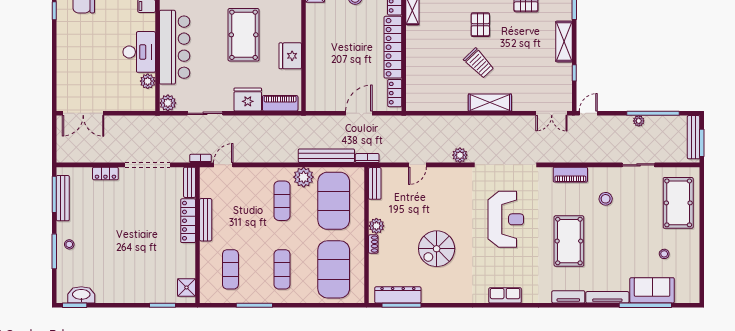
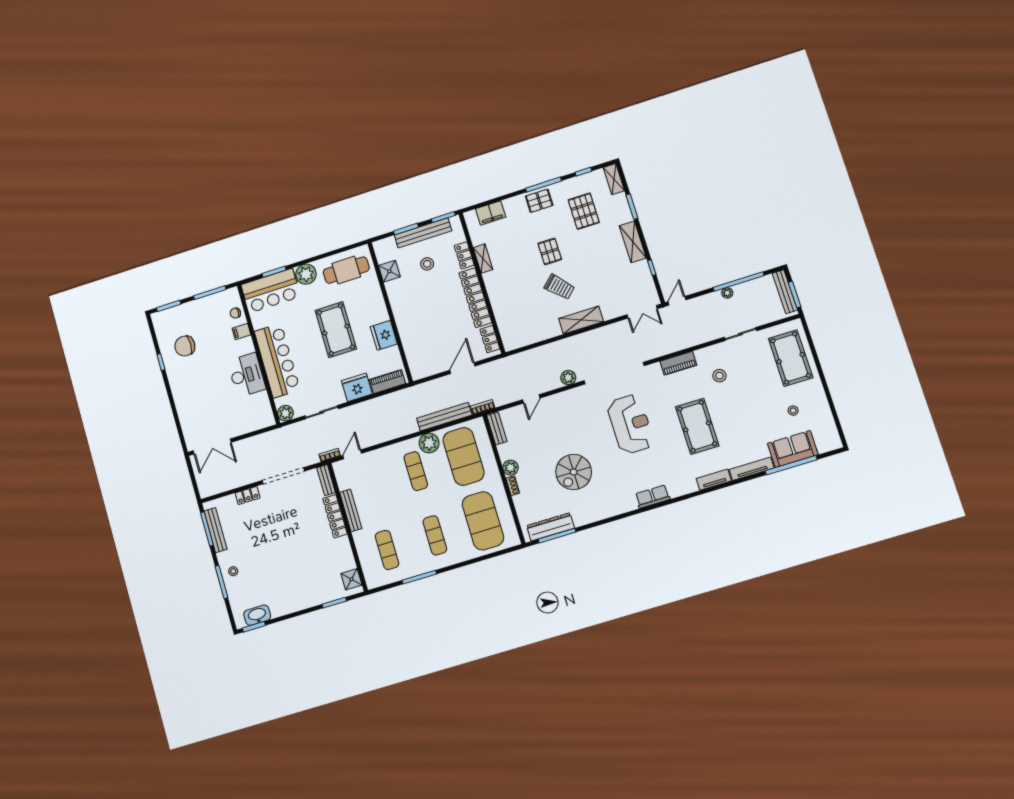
plant: (148, 81) -> (262, 399), removed

